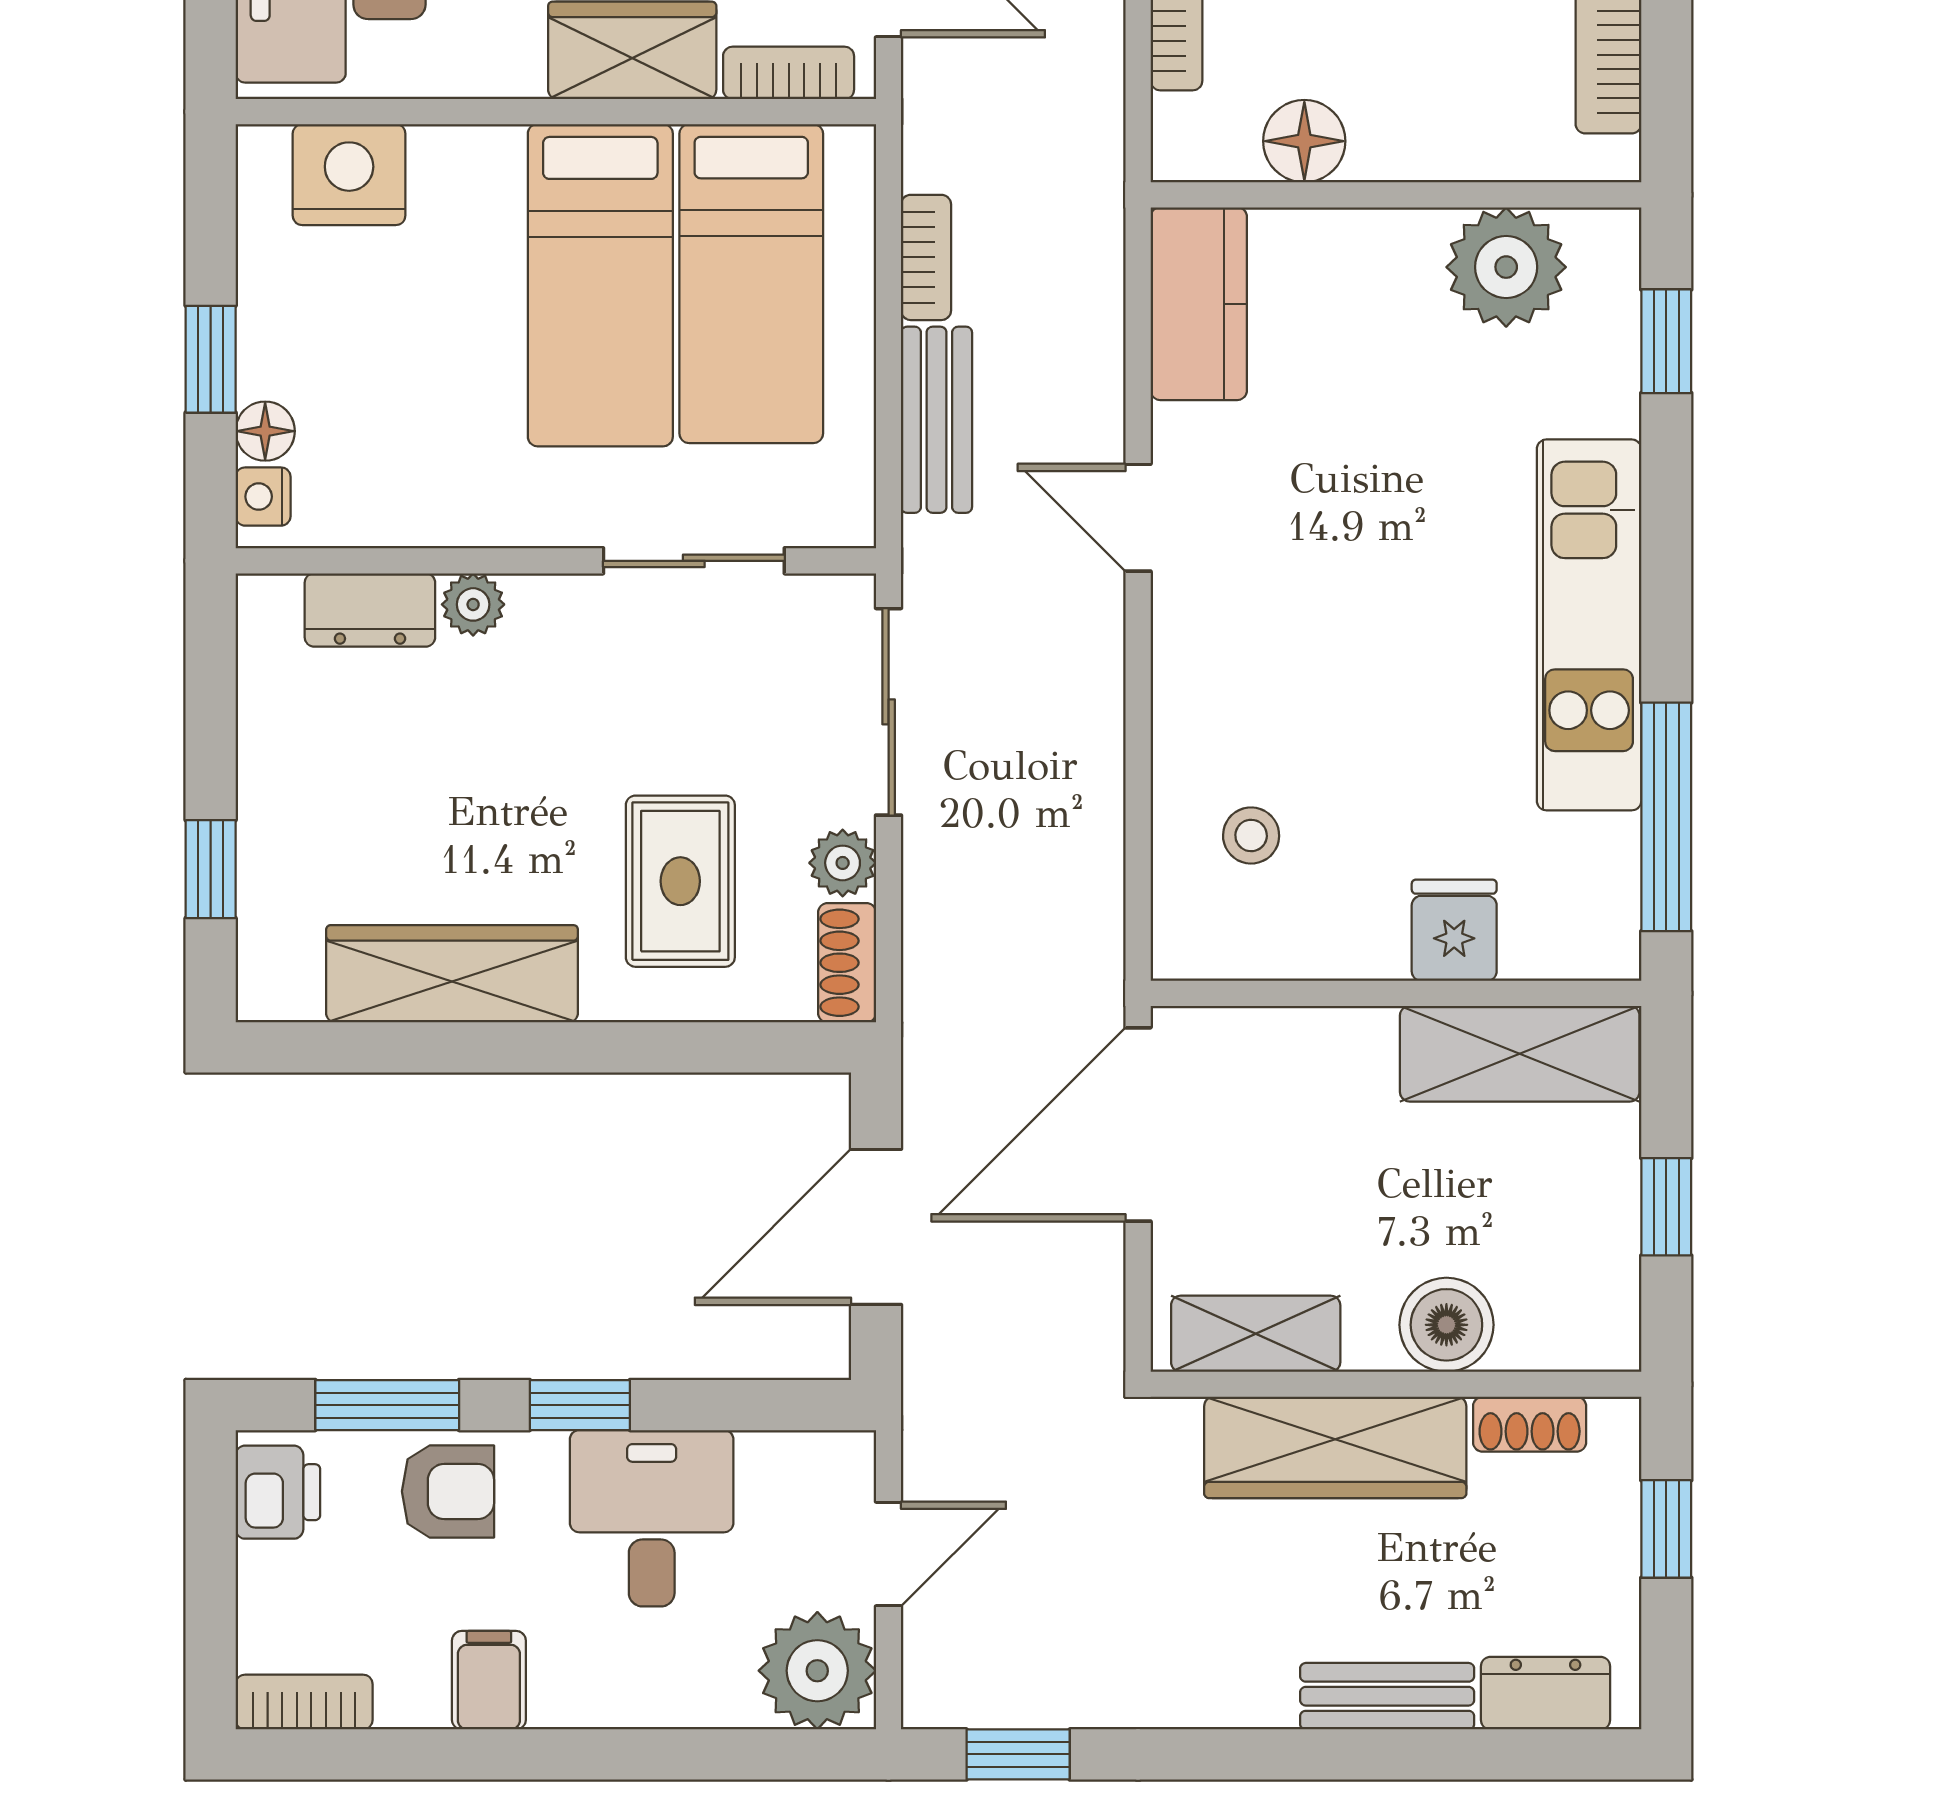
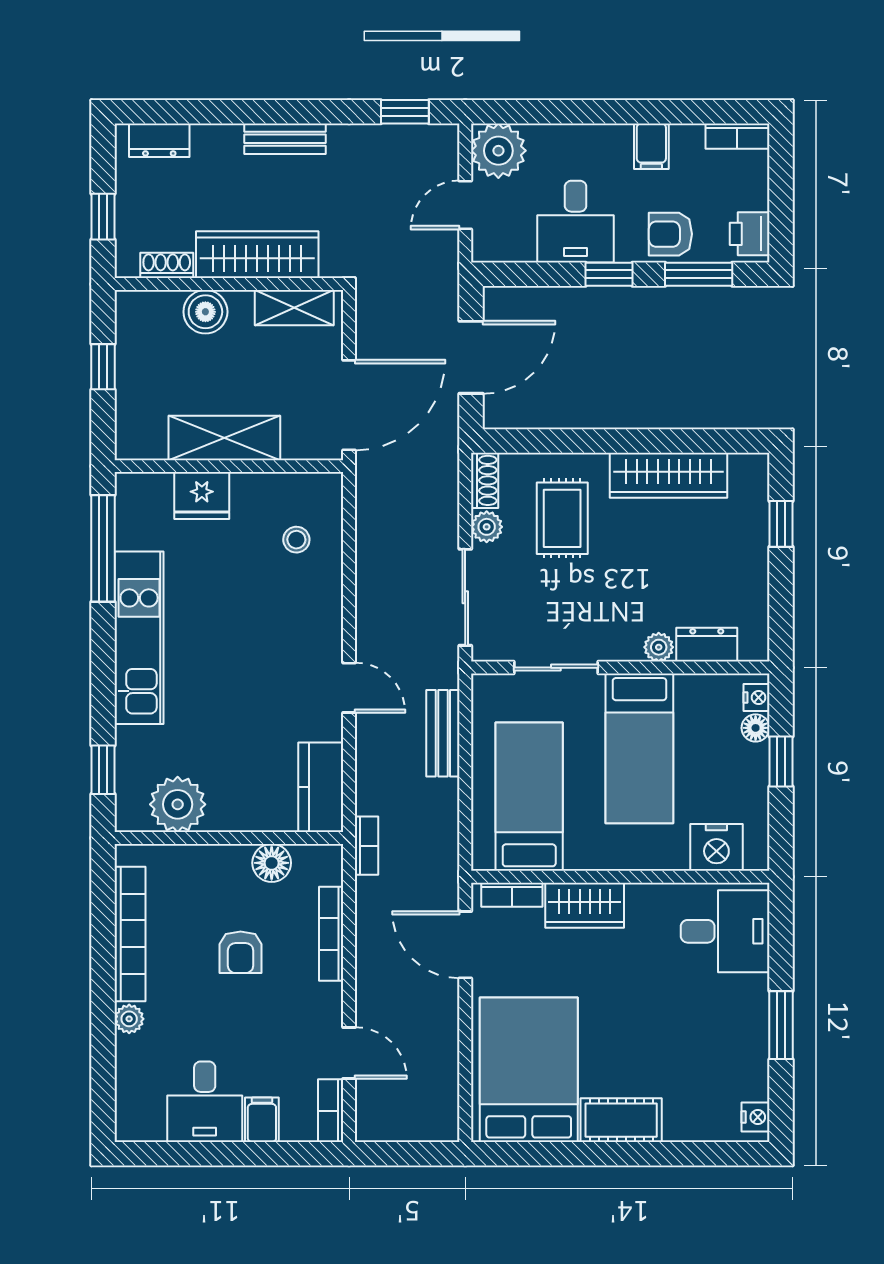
bookcase: (926, 257) -> (367, 846), moved, turned 180
bed: (600, 285) -> (639, 748), moved, turned 180
fridge: (1454, 930) -> (202, 496), width x1.38
shelving: (1520, 1054) -> (224, 438), moved
bench: (1387, 1696) -> (285, 139), moved

